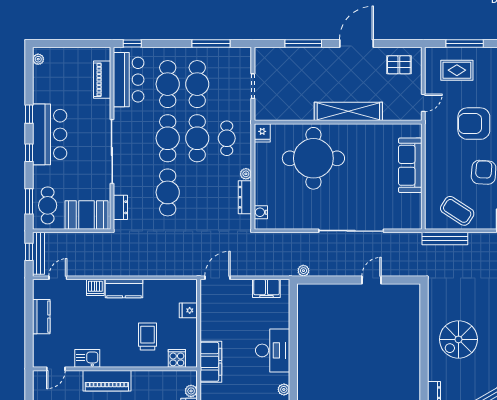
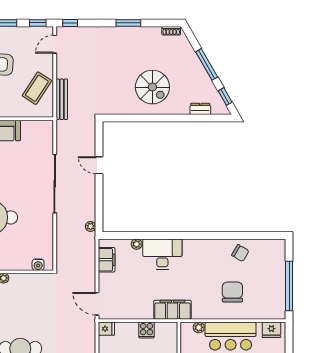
dresser: (245, 197) -> (25, 279), removed
fridge: (188, 310) -> (106, 329), moved, turned -90
cooker: (177, 358) -> (146, 330), moved, turned -90
plant: (284, 389) -> (137, 244), moved

